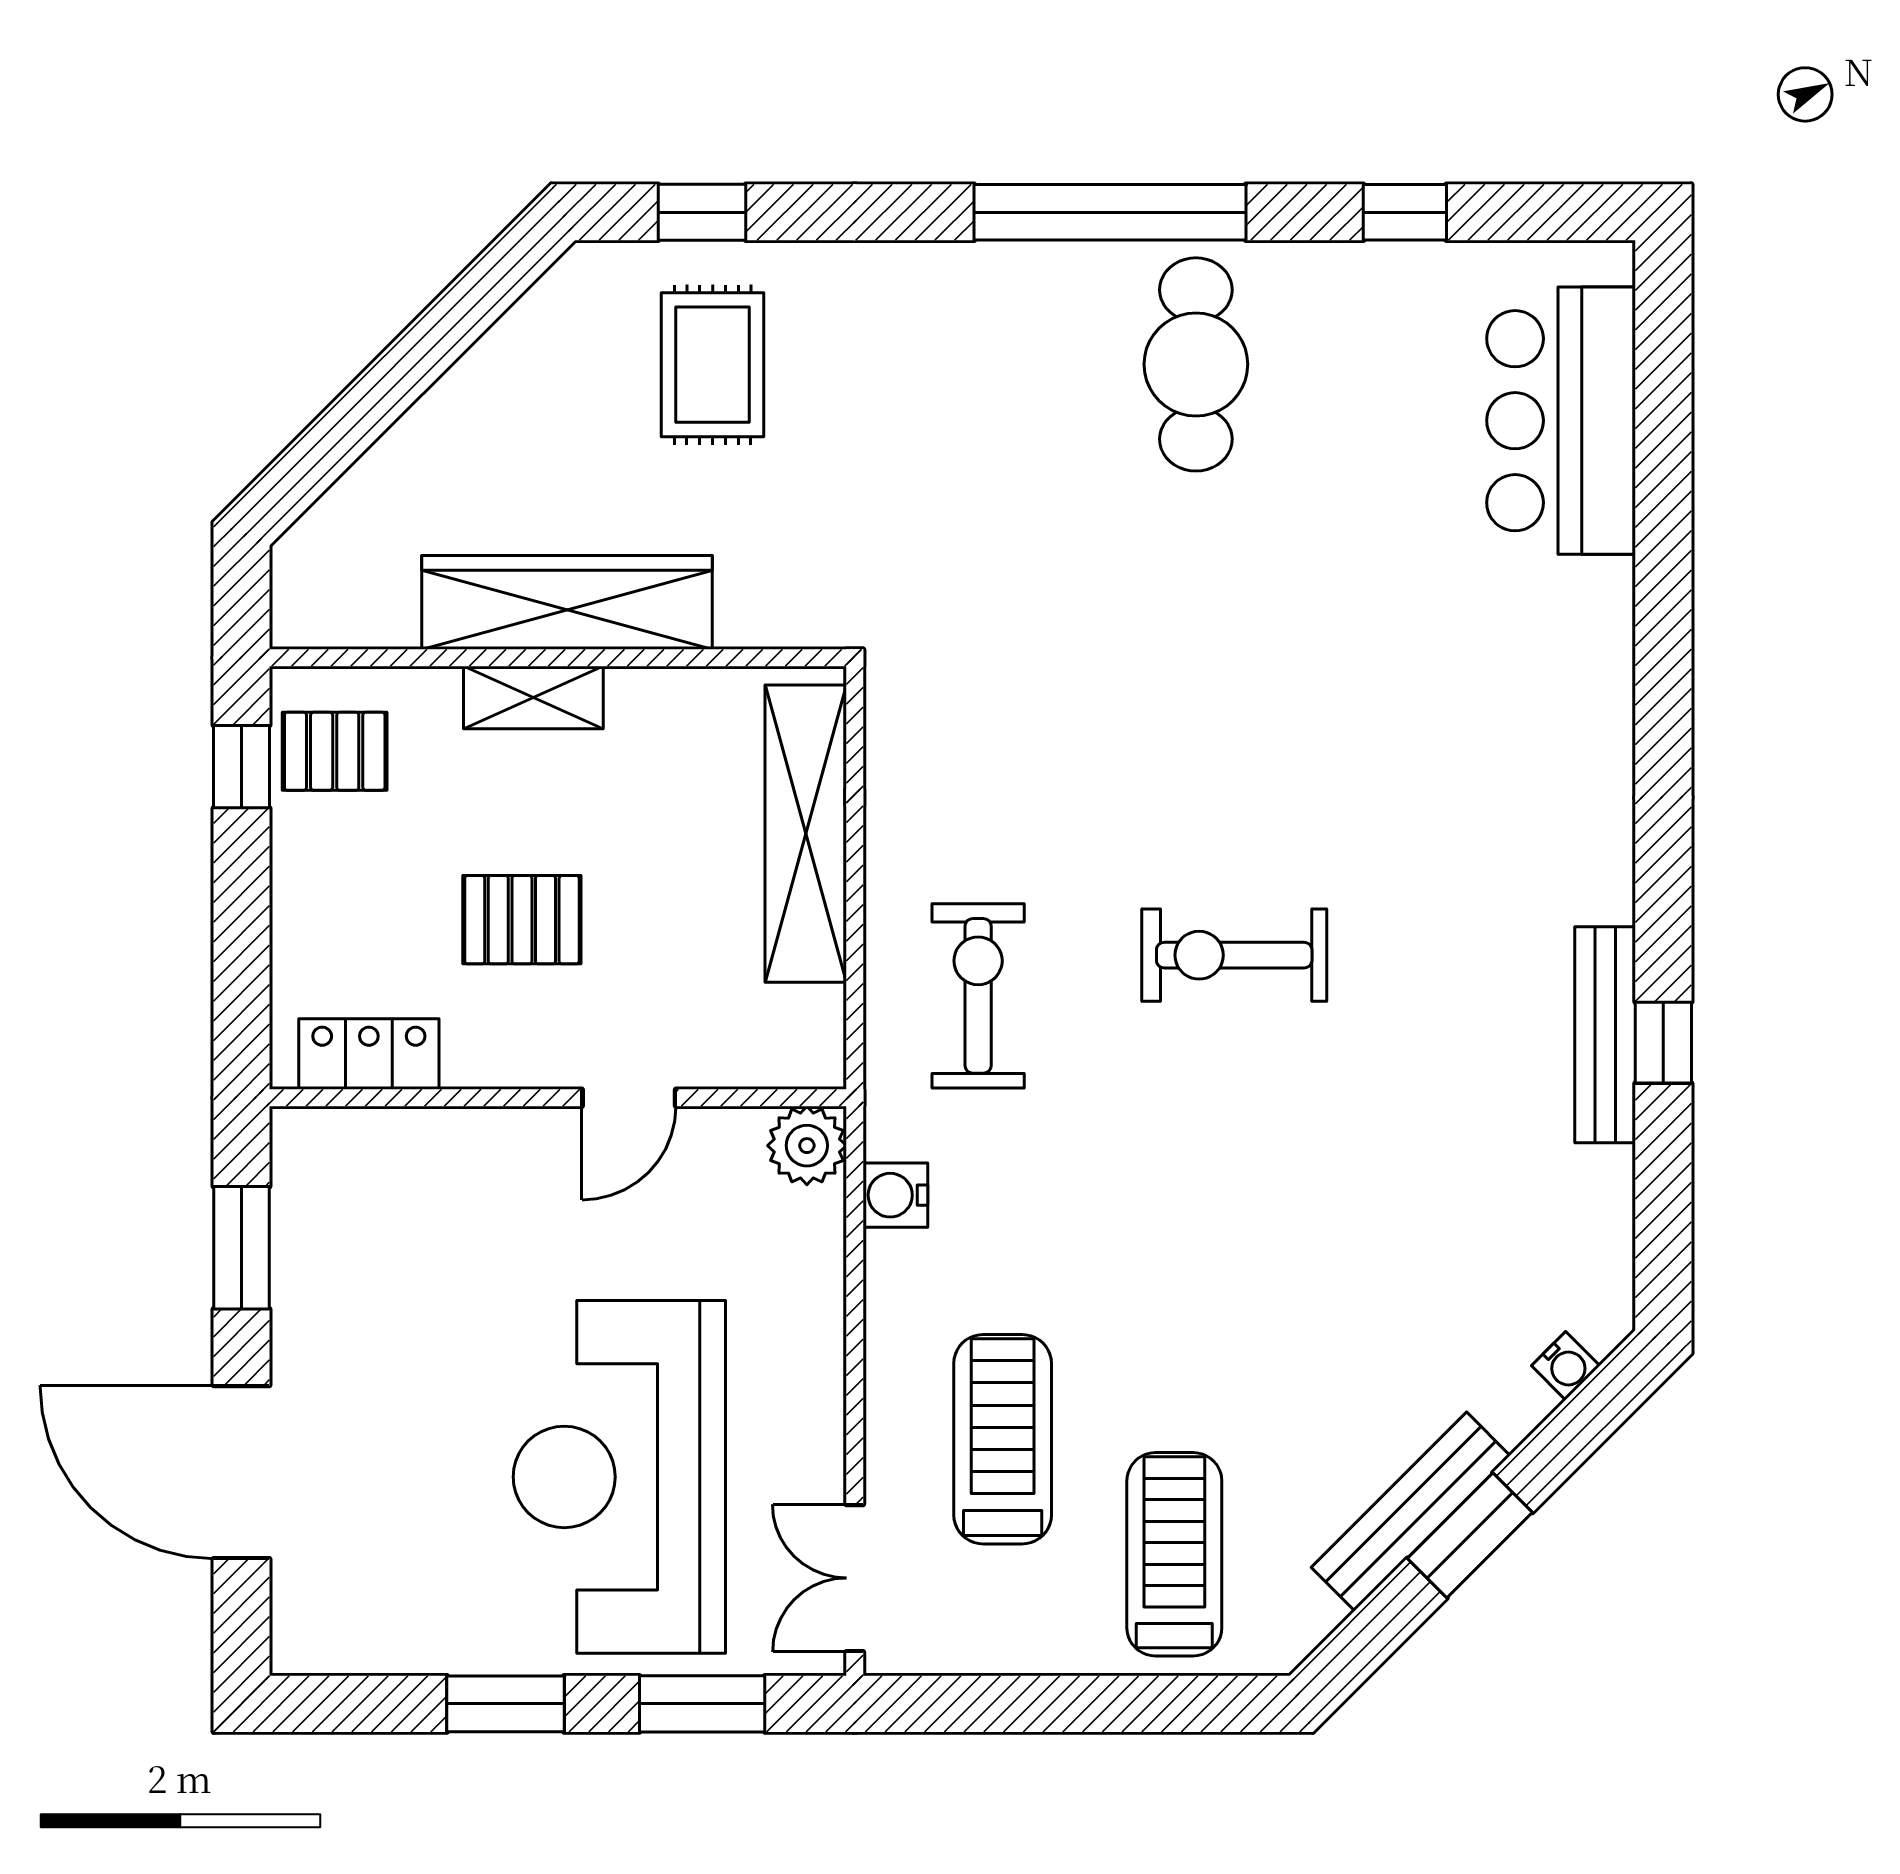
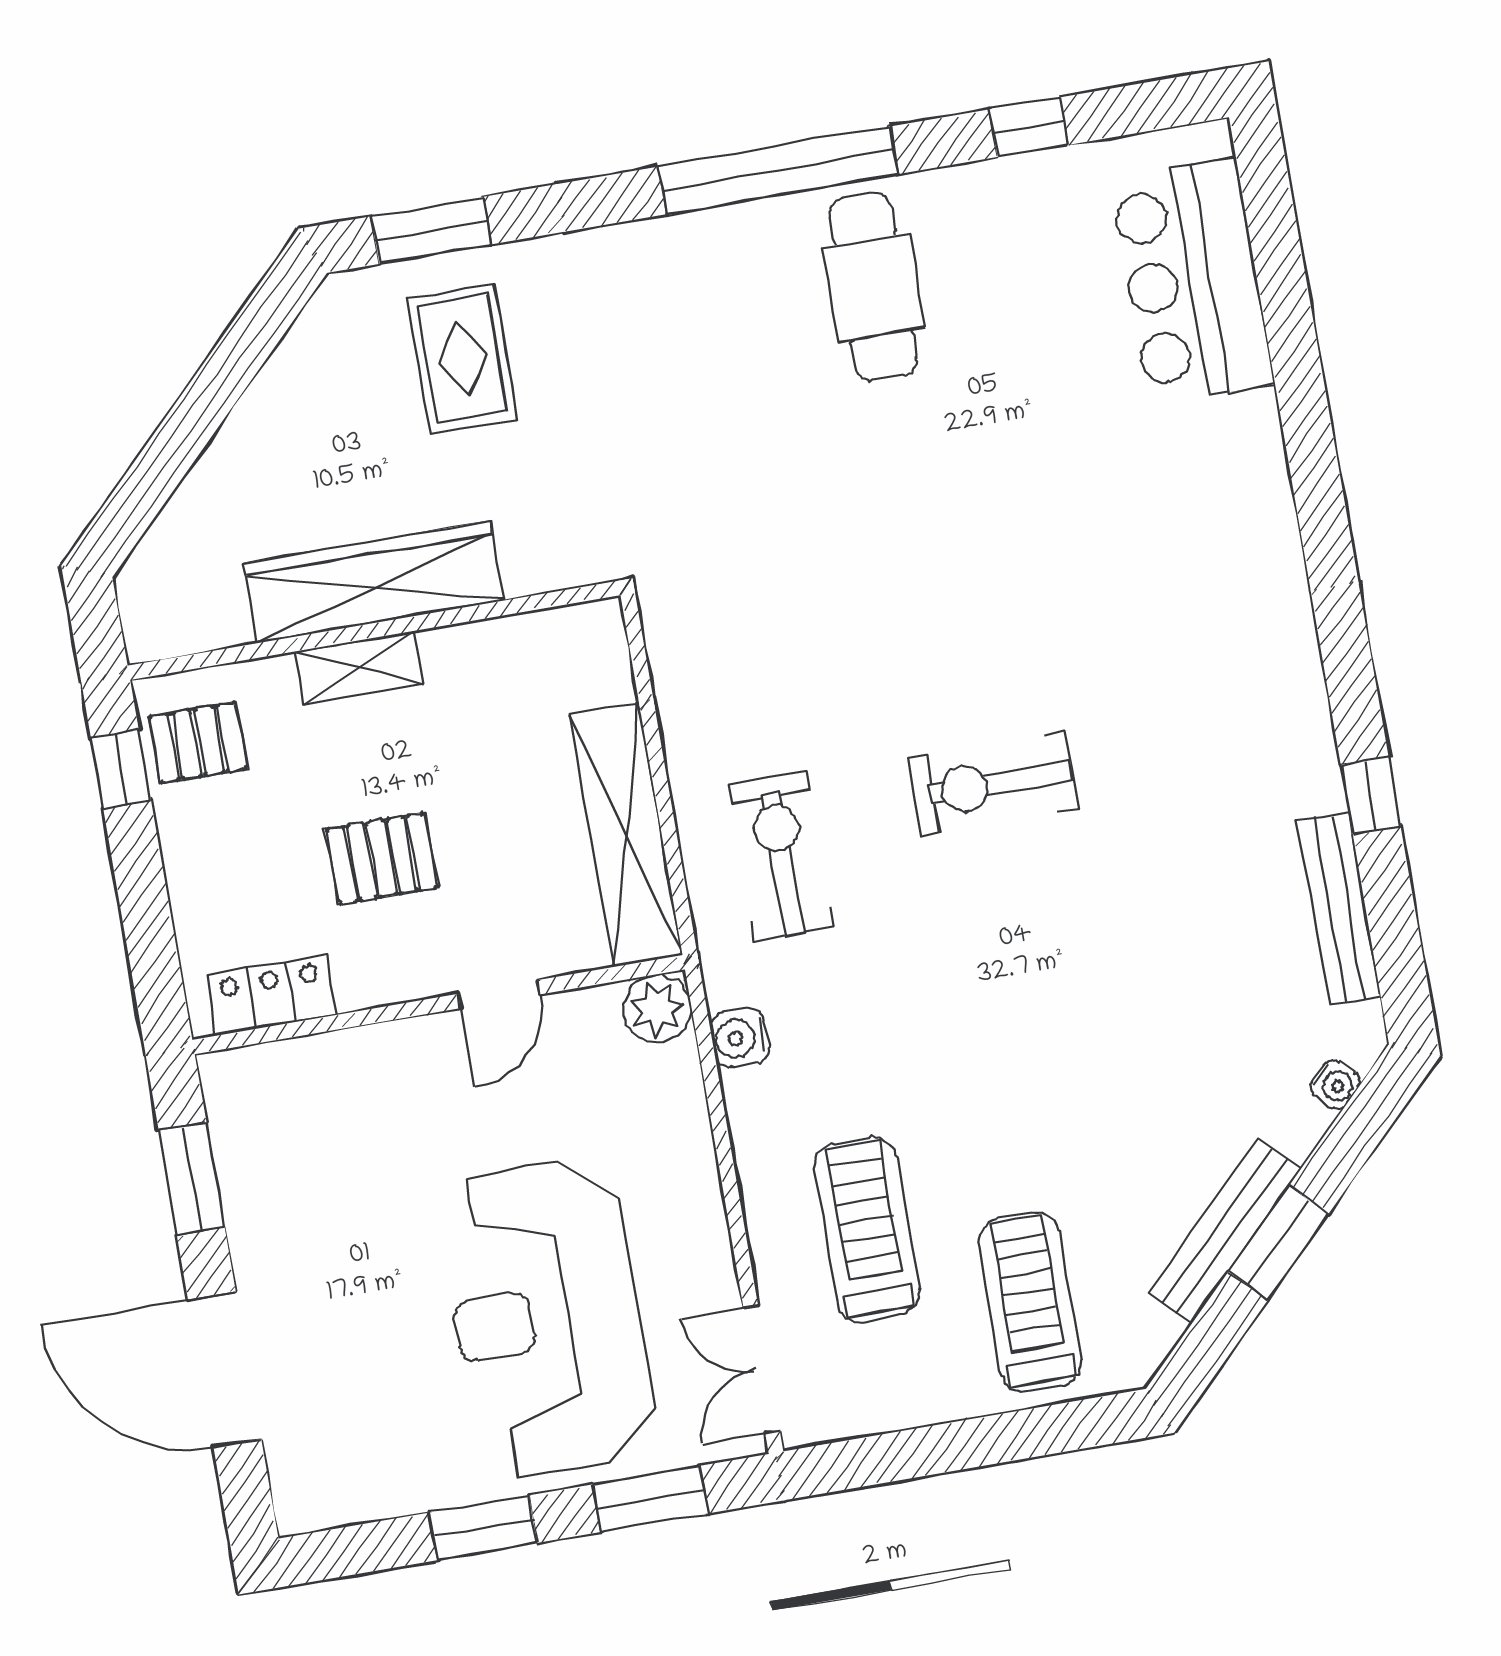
window: (702, 212) -> (431, 230), width x1.50
shelving: (806, 834) -> (626, 835), moved
bench: (1605, 1035) -> (1339, 909), moved

